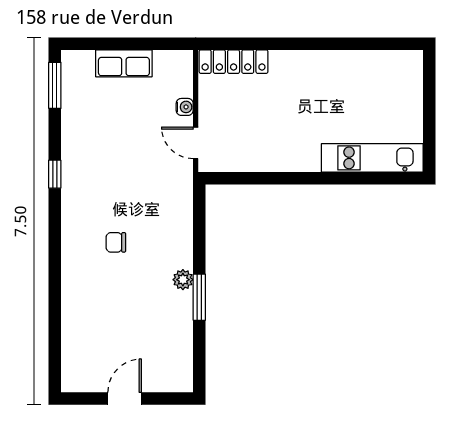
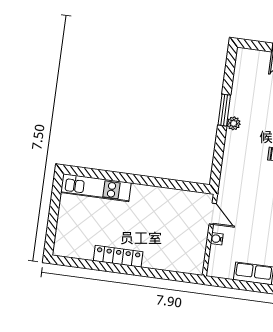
locker: (234, 62) -> (118, 256), moved

